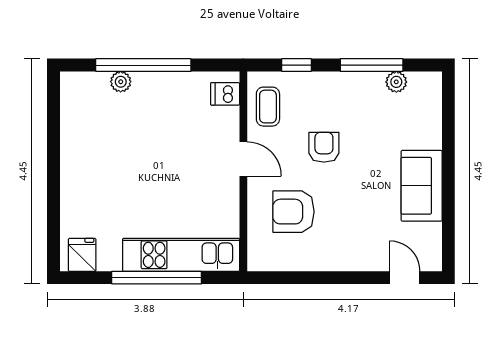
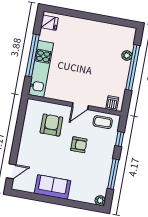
plant: (396, 82) -> (100, 201), moved

